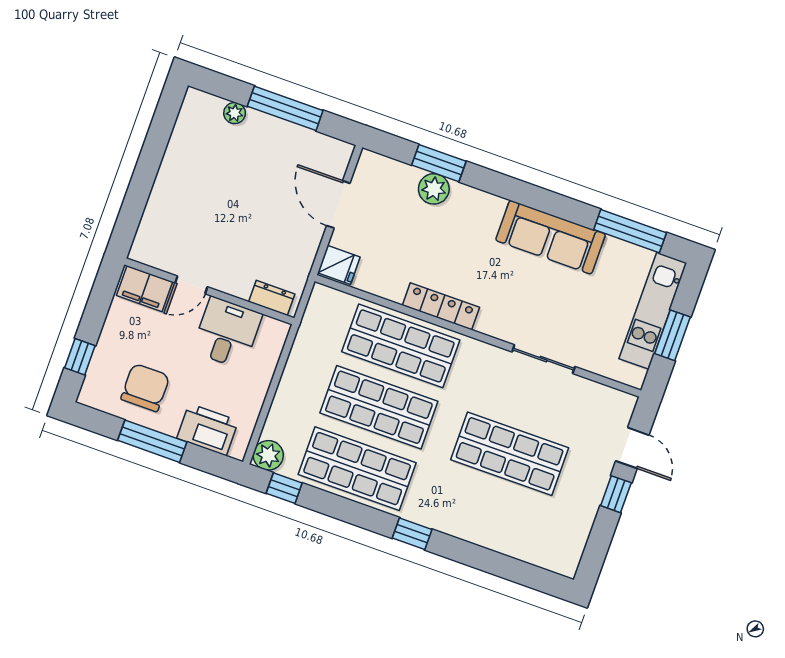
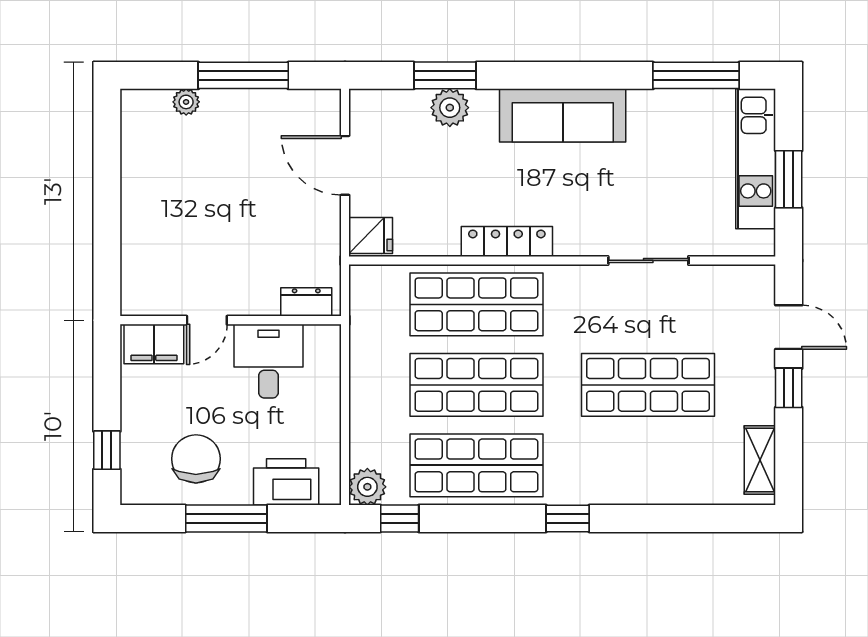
sofa: (551, 237) -> (563, 115), moved
shelving: (574, 541) -> (760, 460), added

